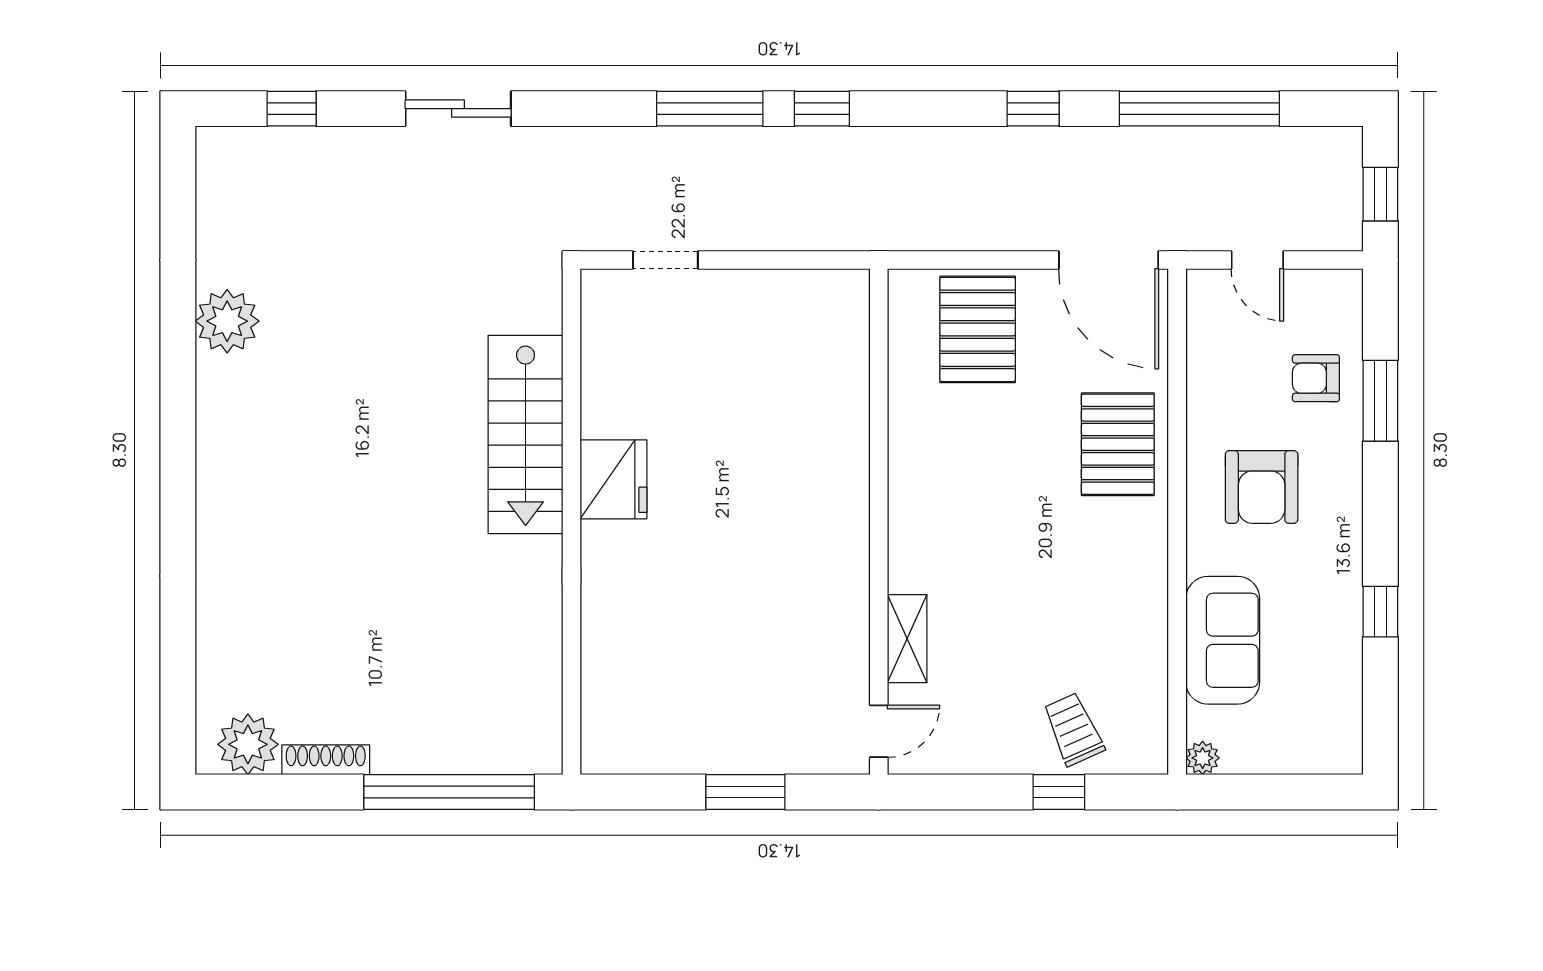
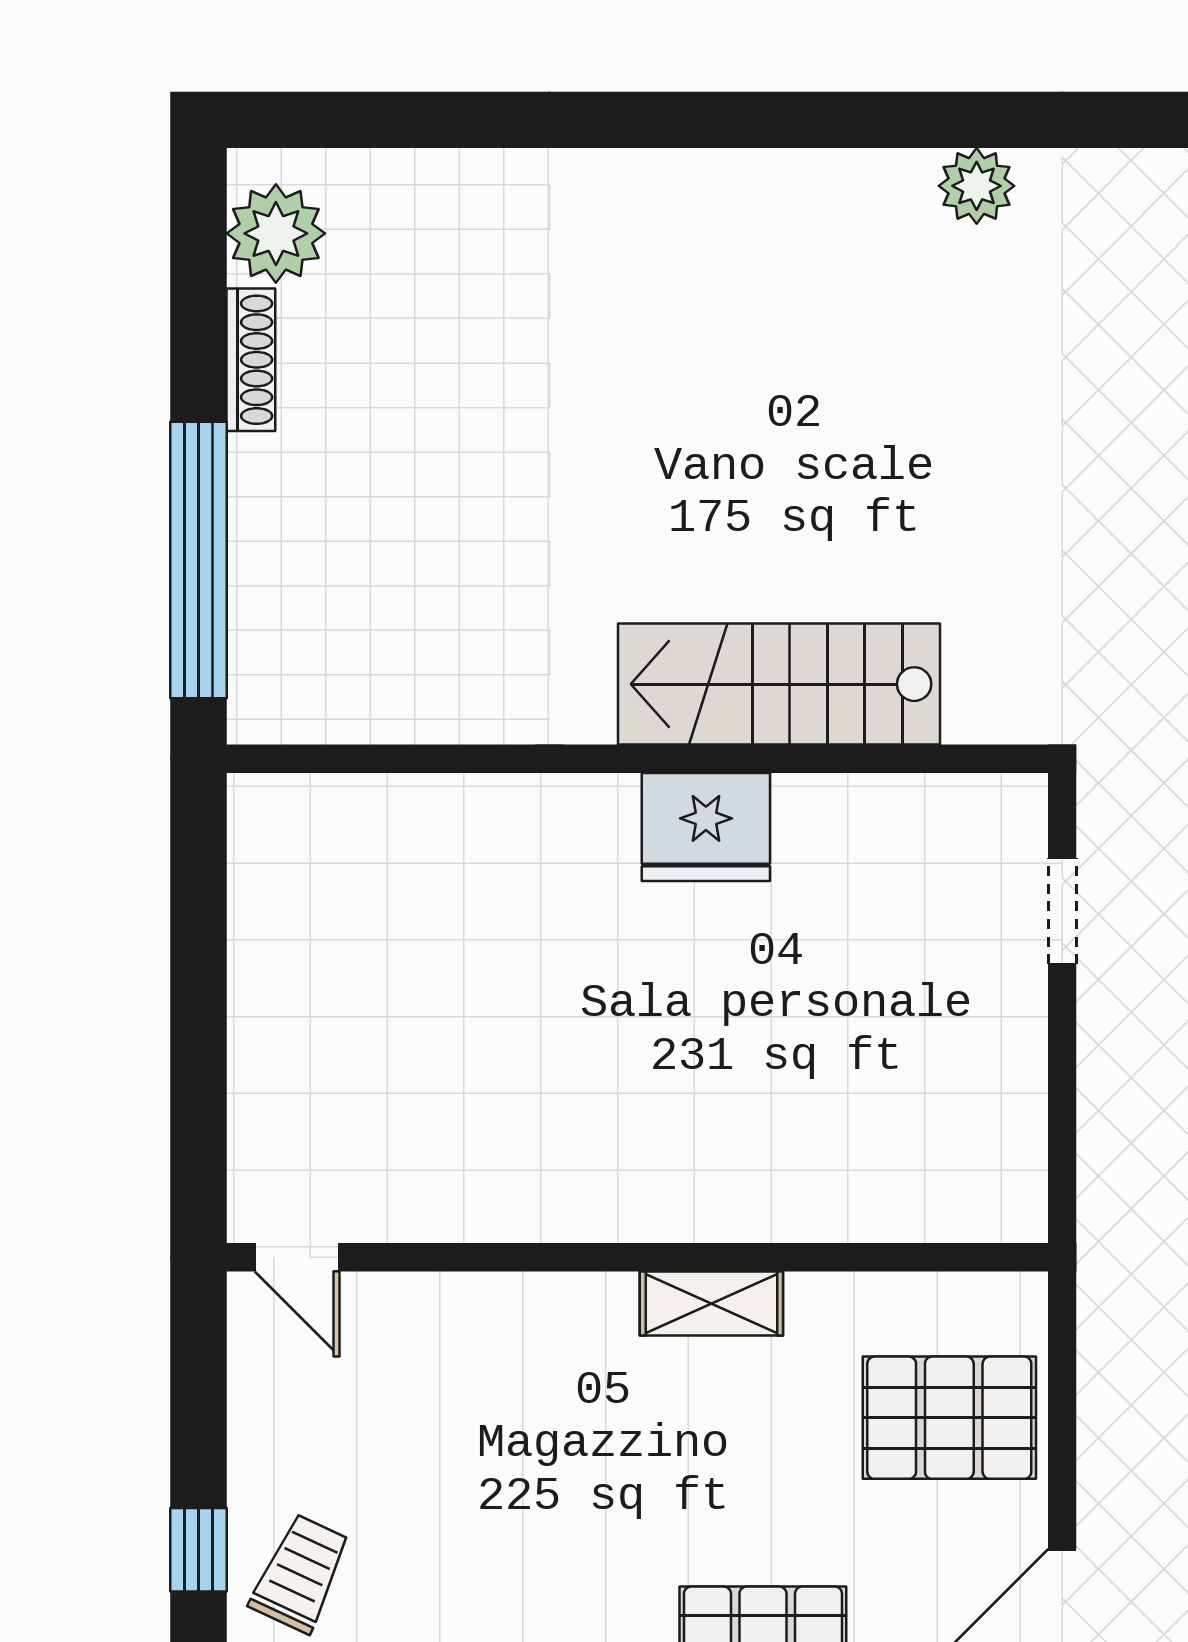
plant: (227, 321) -> (977, 186), width x0.73, depth x0.73
shelving: (907, 639) -> (711, 1304), moved
trolley: (1073, 729) -> (300, 1573), turned -41
window: (745, 792) -> (198, 1041), removed

